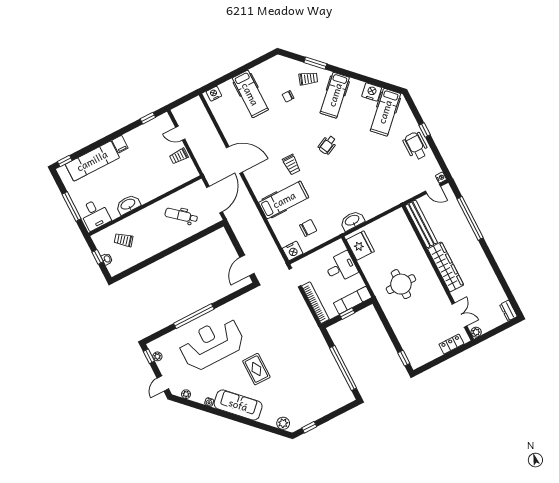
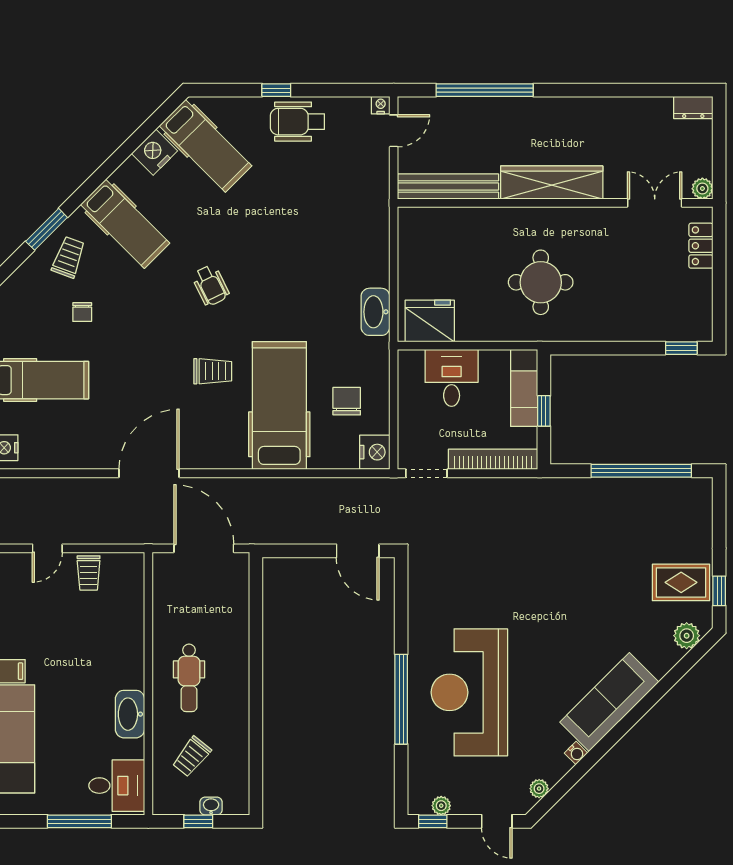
hospital bed: (284, 200) -> (279, 406), width x1.37, depth x1.29
dental chair: (181, 215) -> (189, 678), moved, turned -40
rug: (256, 369) -> (681, 582), moved

